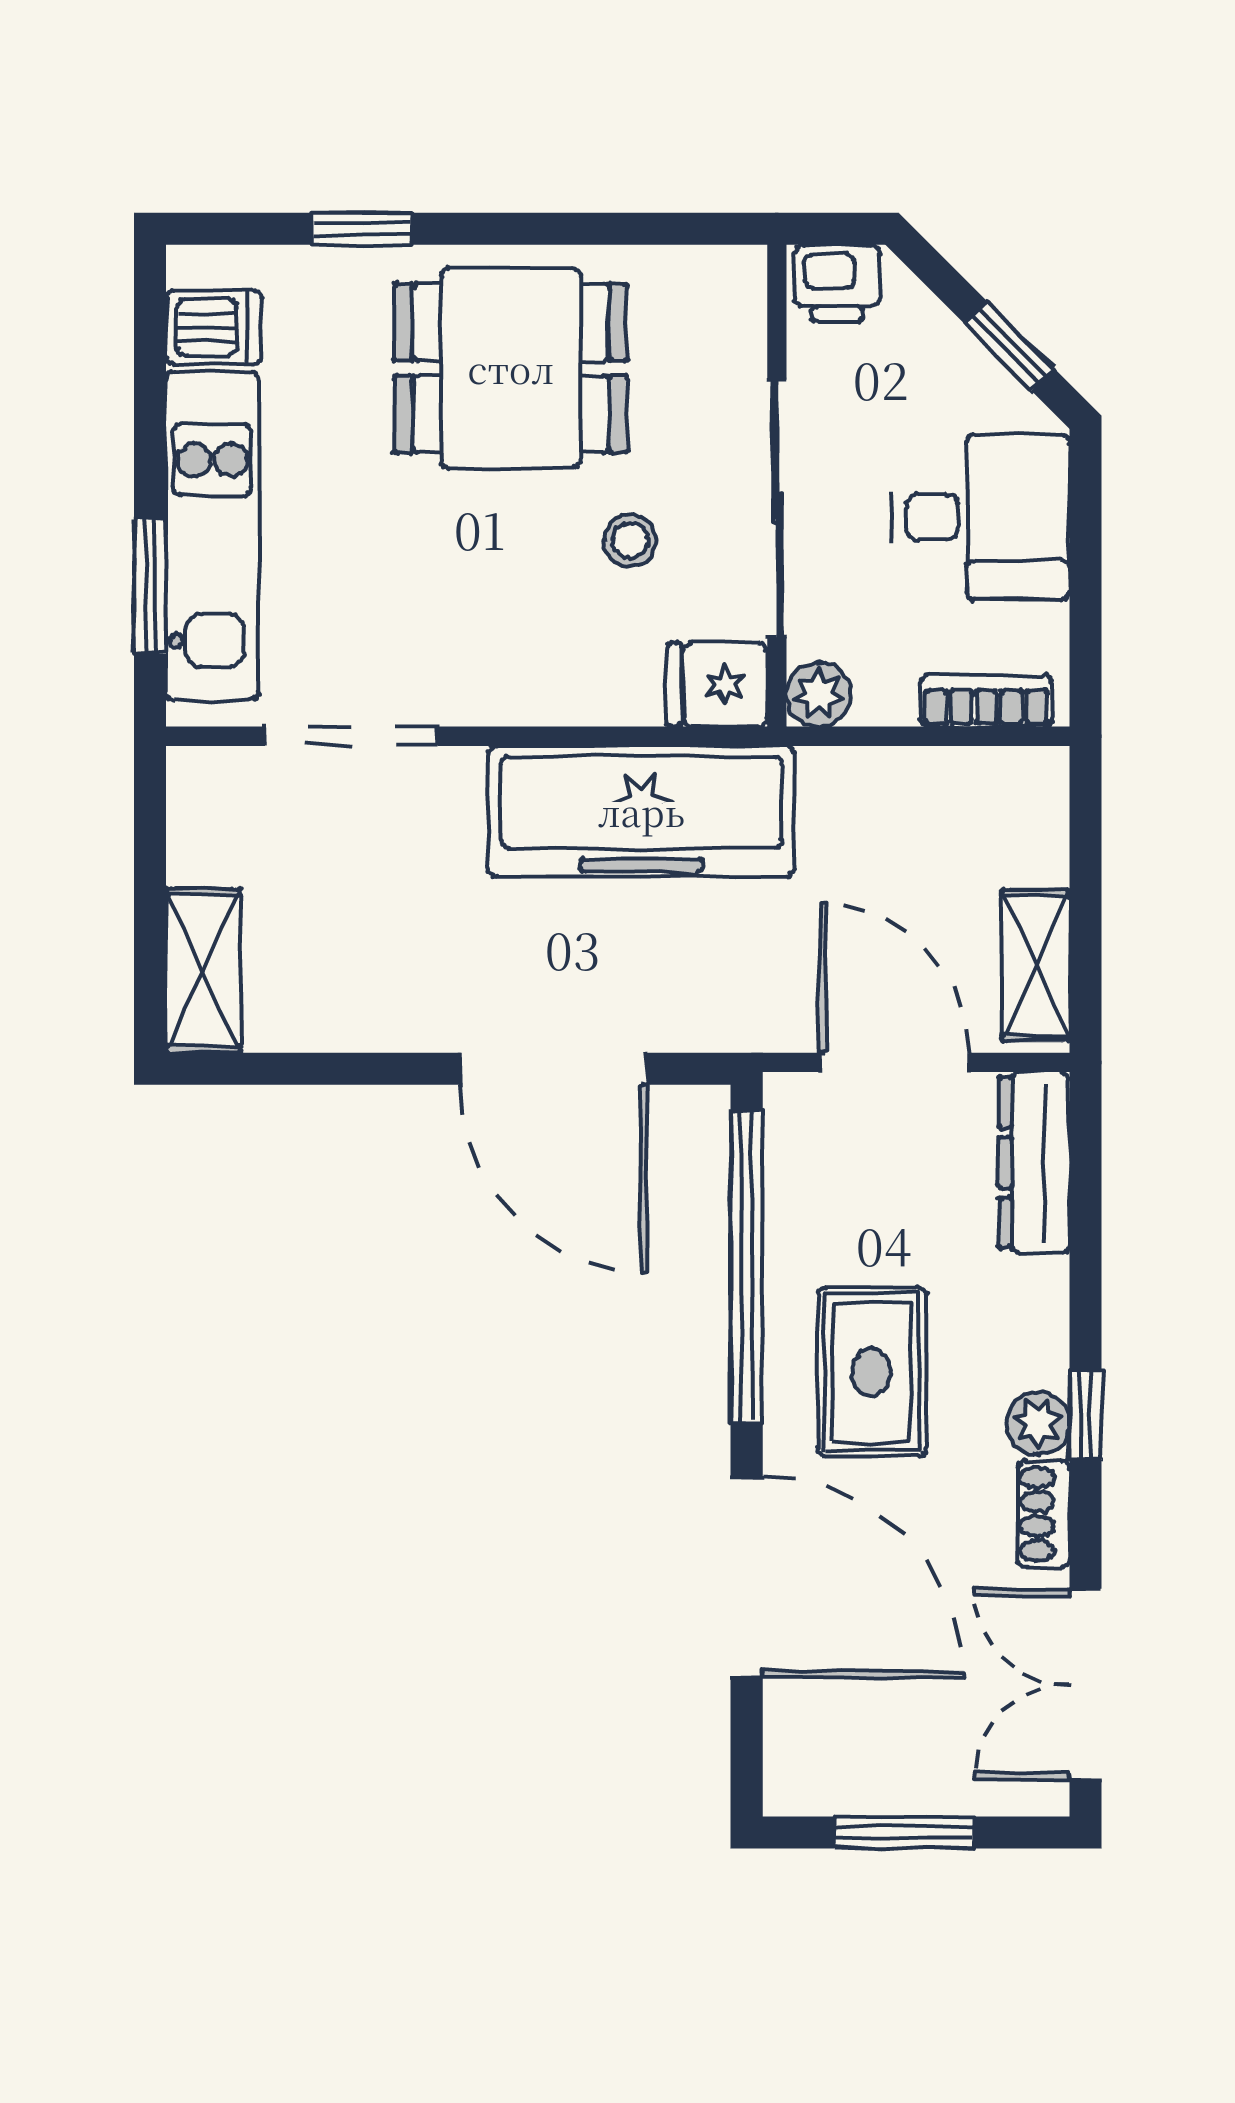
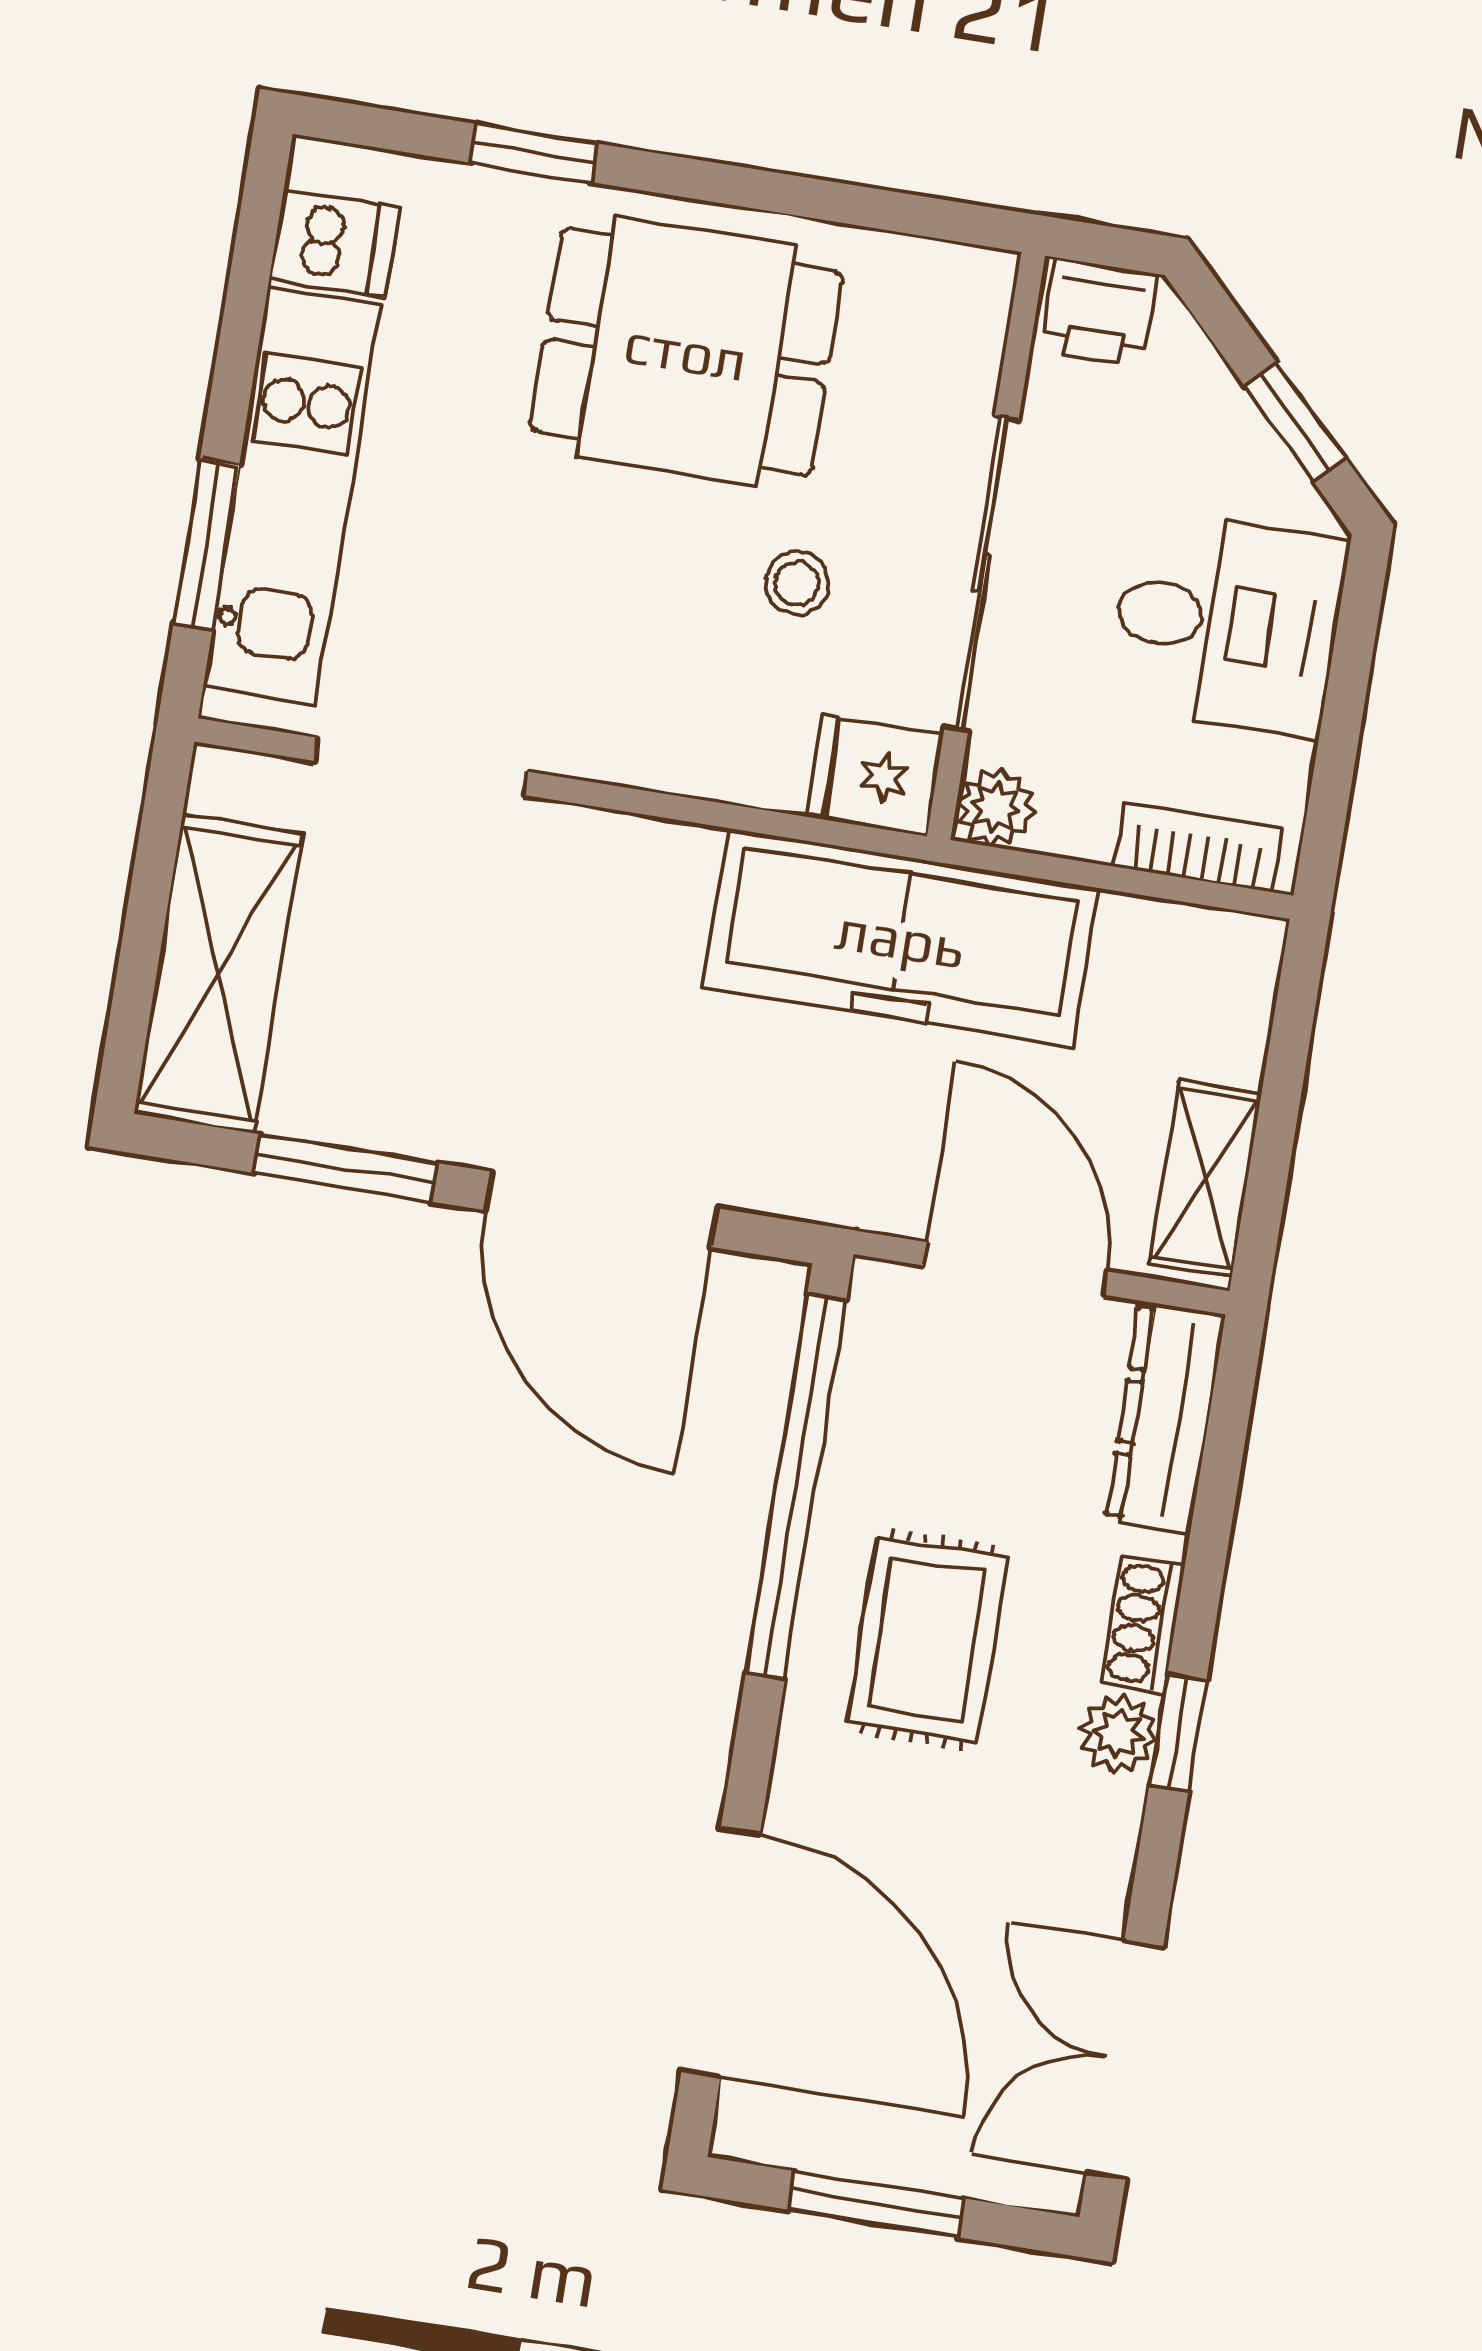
freezer: (641, 811) -> (901, 938), moved
shelving: (203, 971) -> (218, 974), width x1.50, depth x1.33
window: (343, 1069) -> (346, 1168), added
shoe rack: (1044, 1514) -> (1143, 1624), moved
door: (747, 1577) -> (721, 1952), moved

